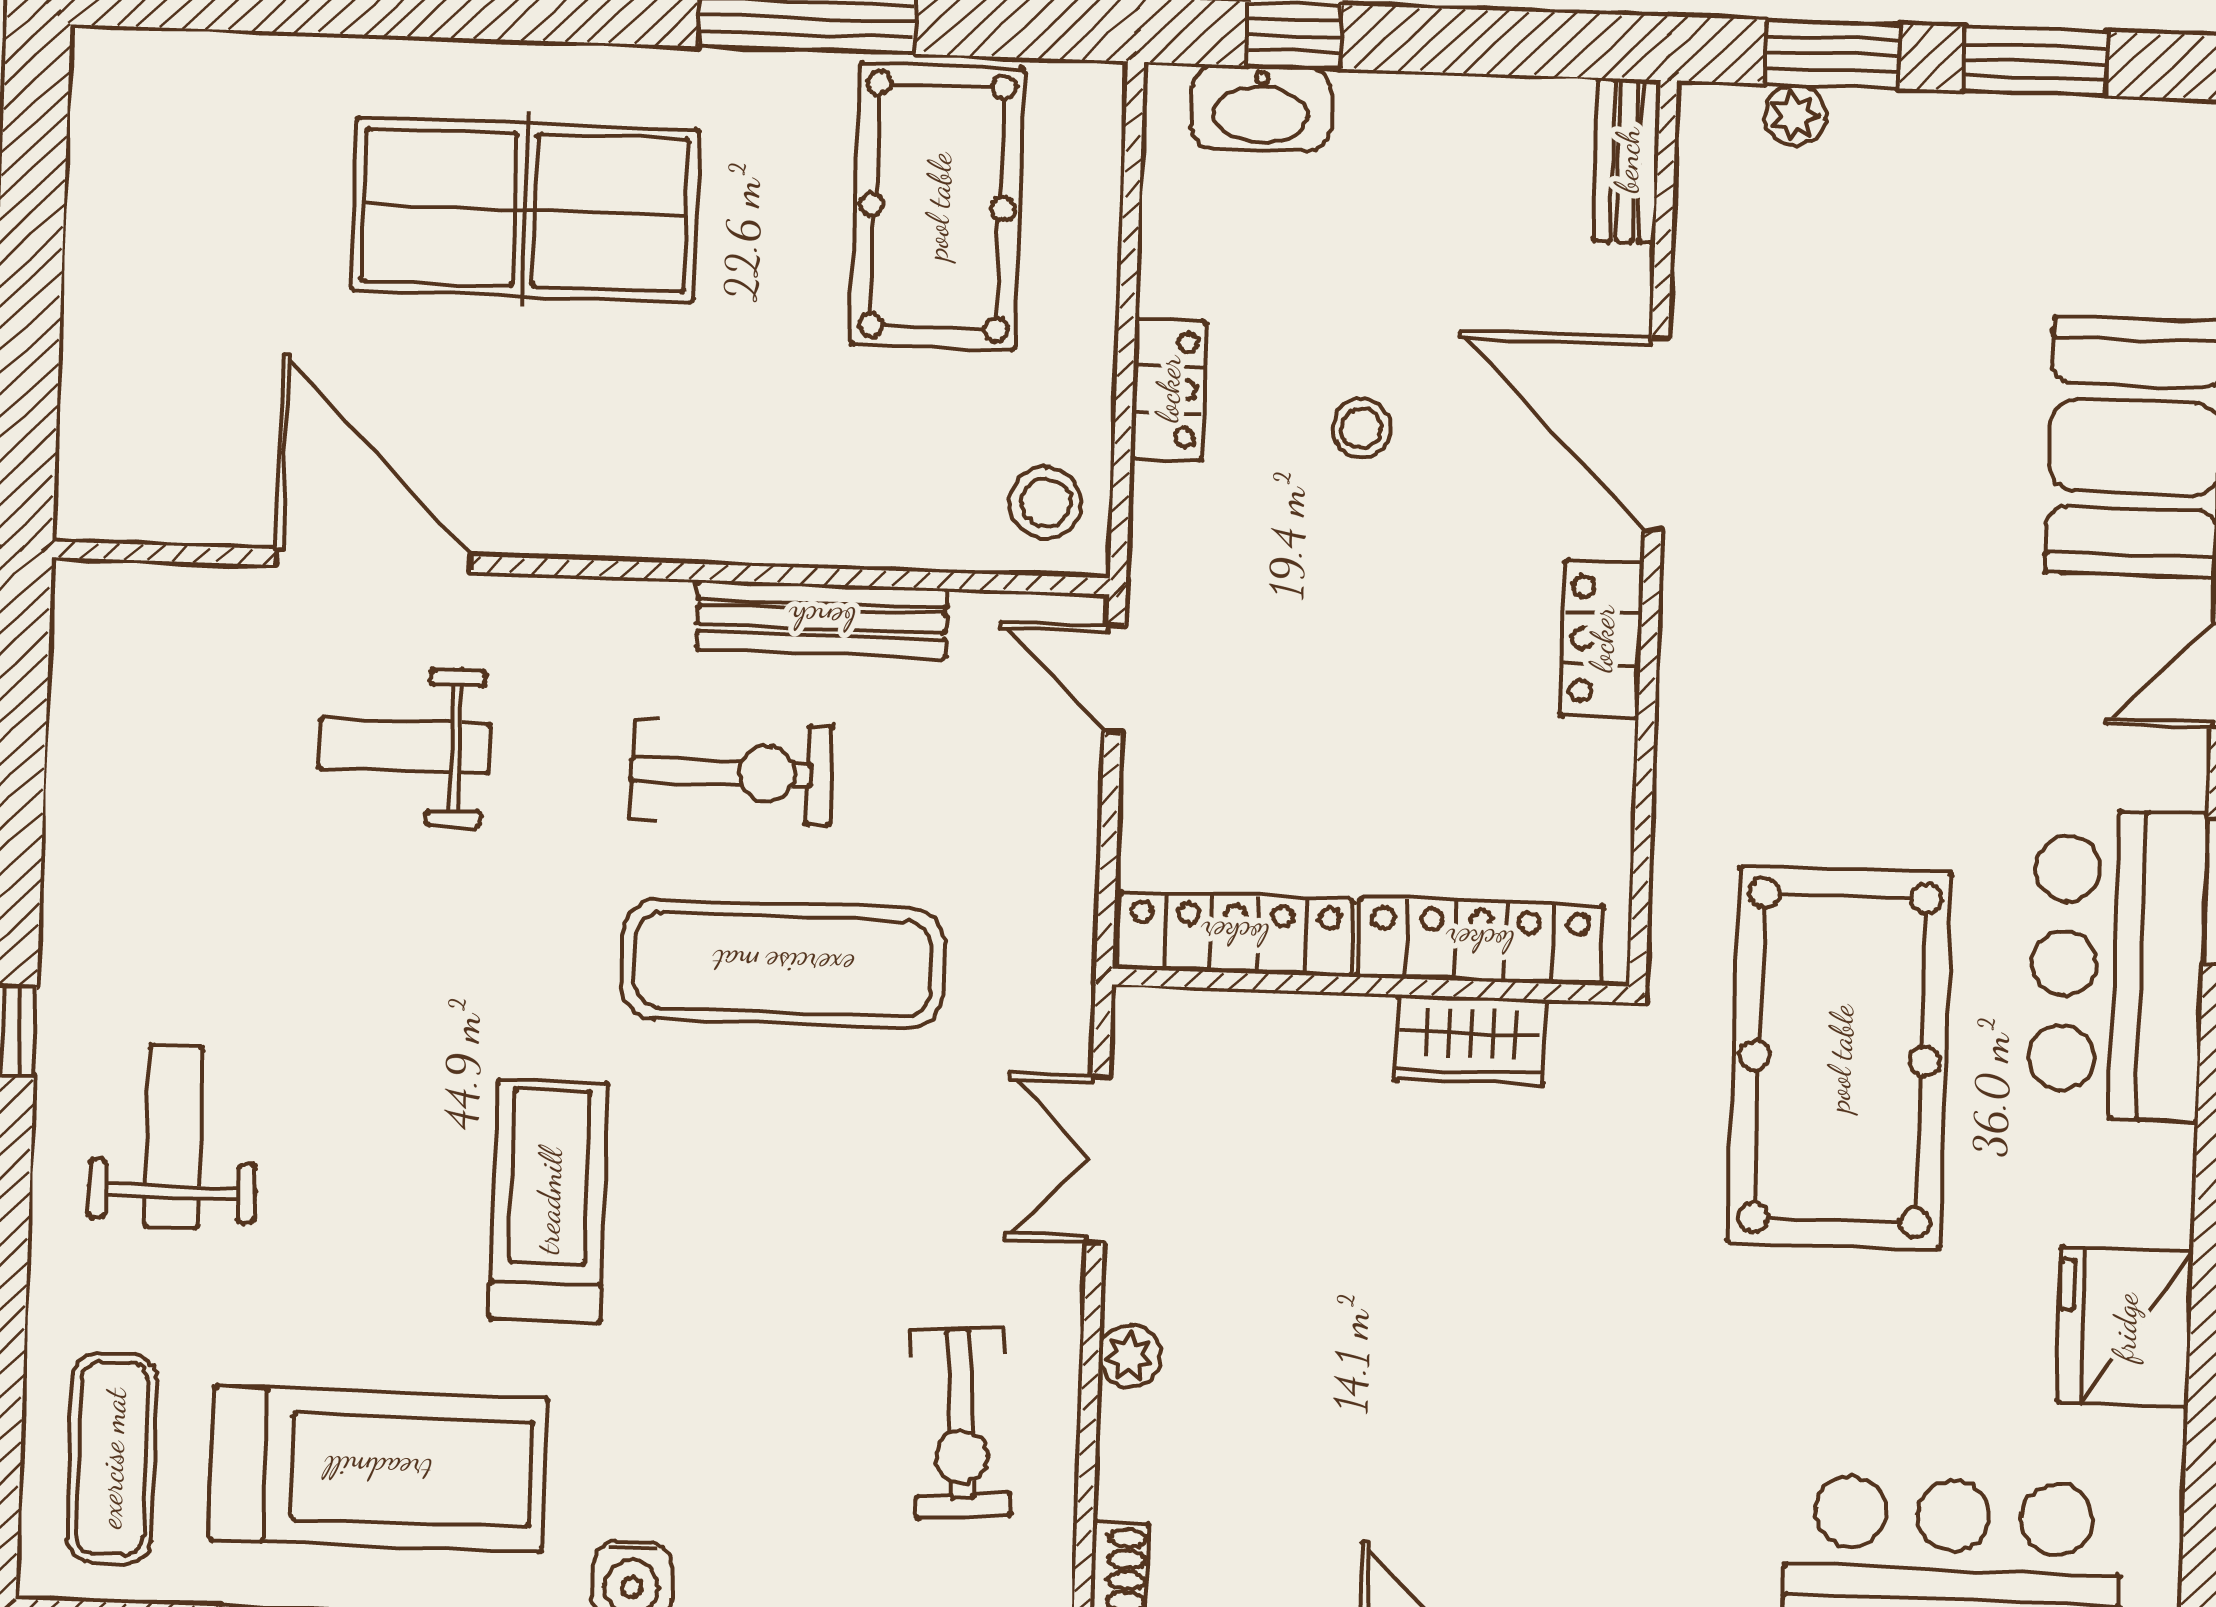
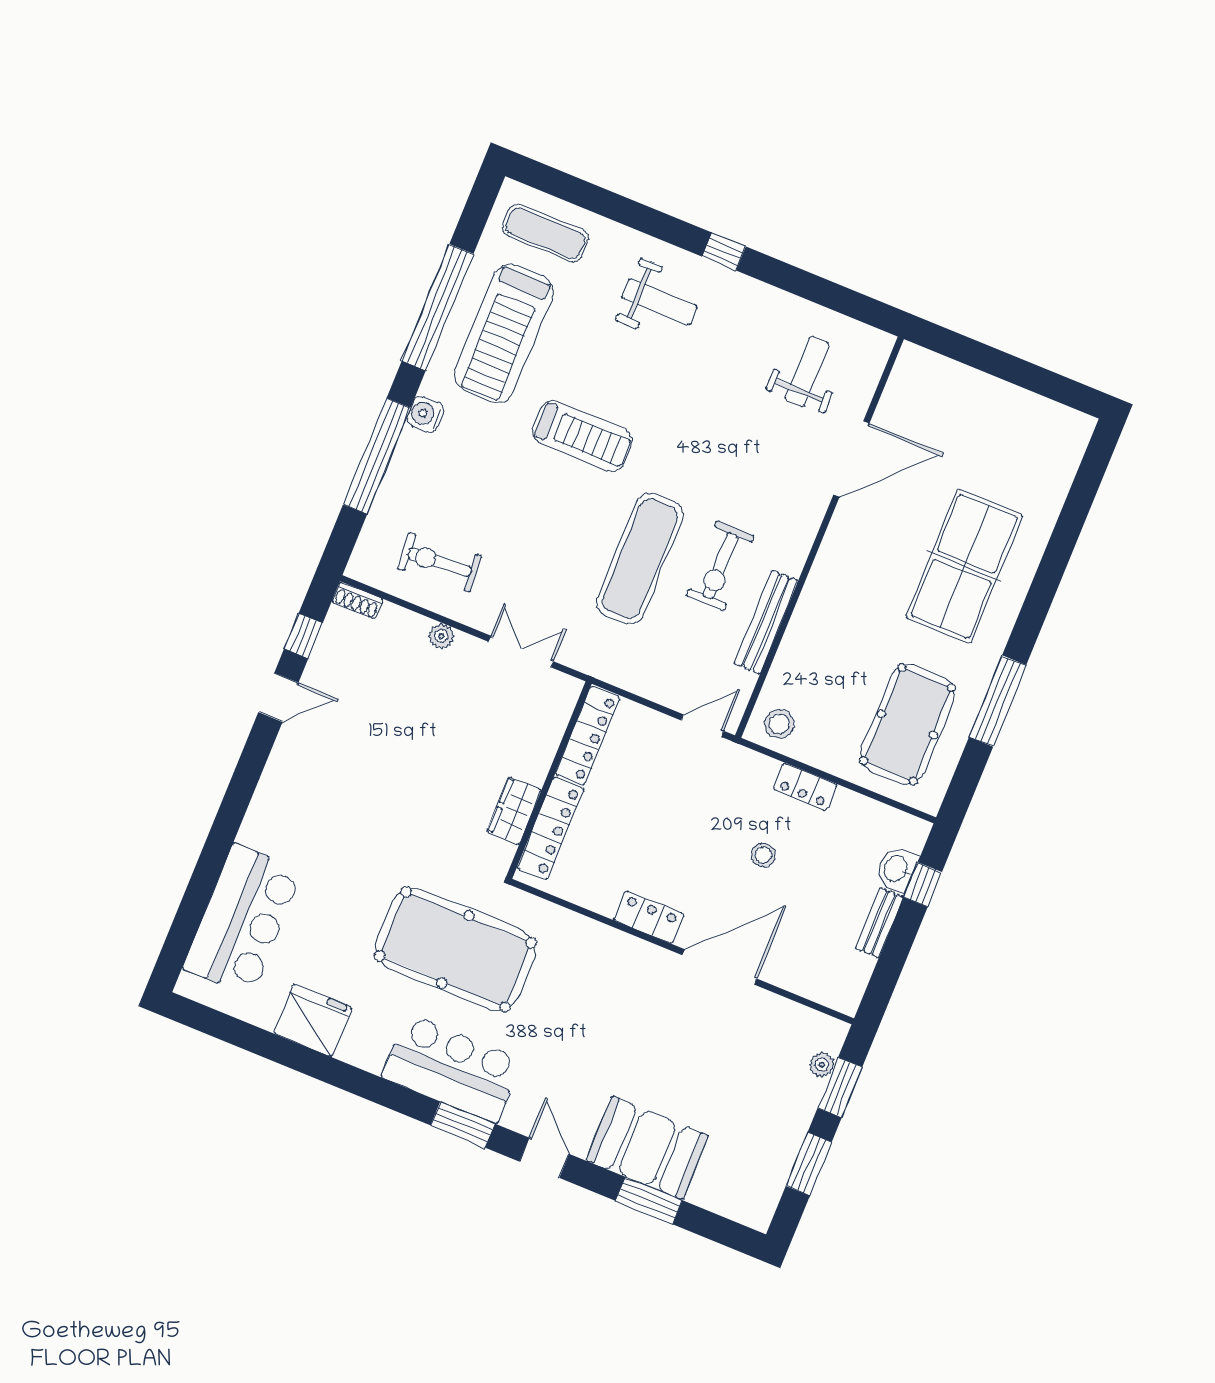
washbasin: (1261, 109) -> (896, 869), width x0.72
bench: (1627, 160) -> (879, 923), moved, turned 90
pool table: (938, 206) -> (908, 724), turned 90
weight bench: (404, 746) -> (807, 372), moved

